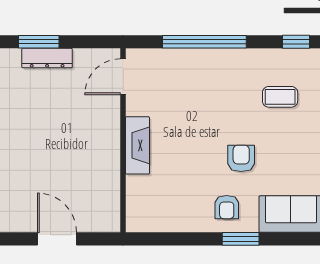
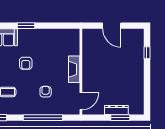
armchair: (227, 207) -> (46, 92), moved

